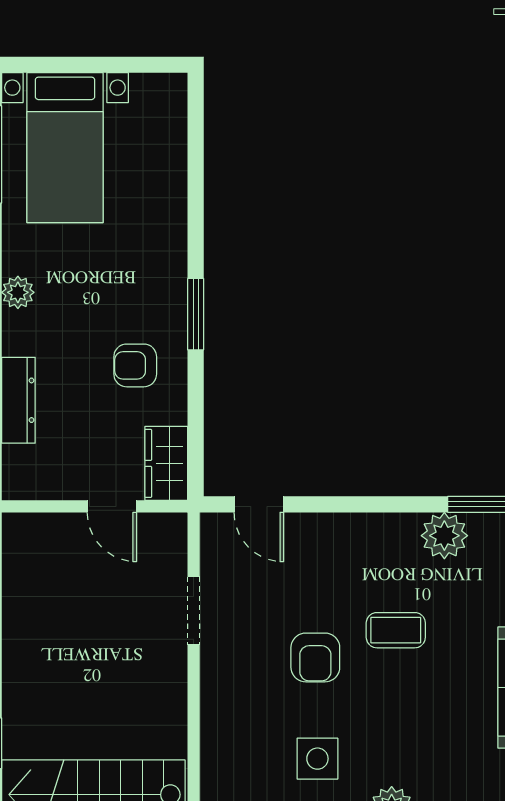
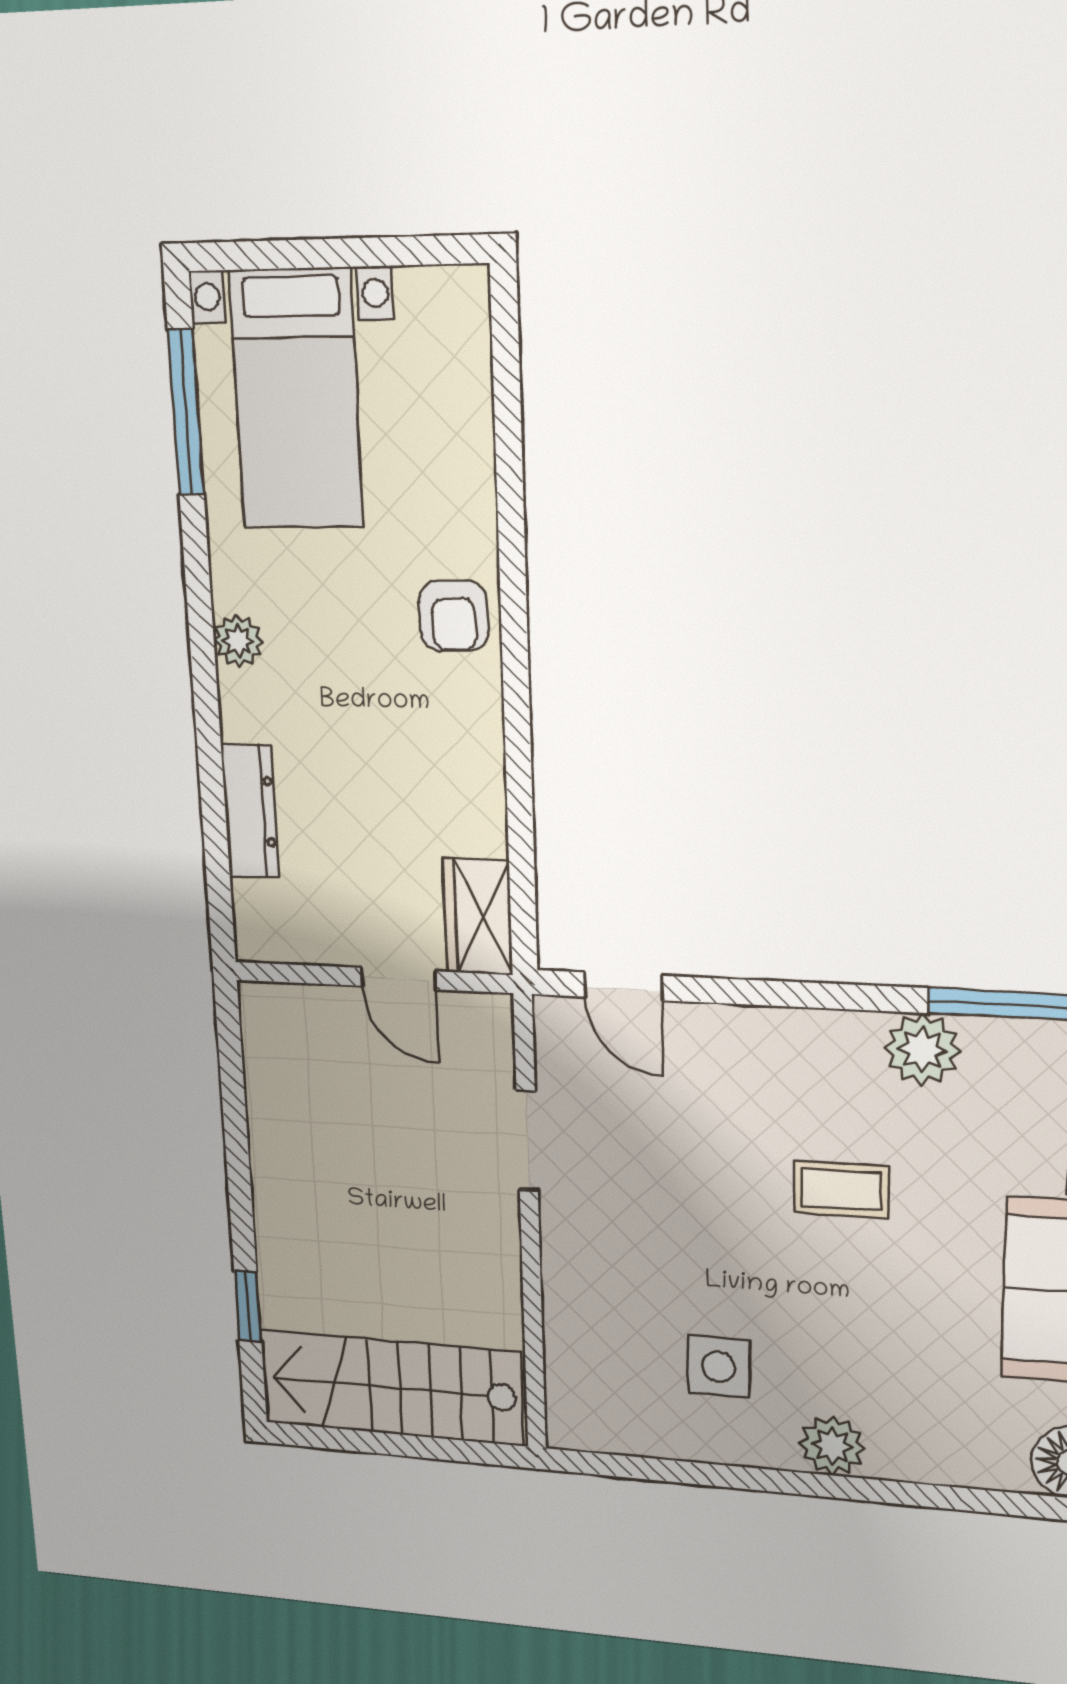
window: (196, 314) -> (516, 680), removed
armchair: (135, 365) -> (454, 616), moved, turned -92
armchair: (315, 657) -> (714, 1221), removed

